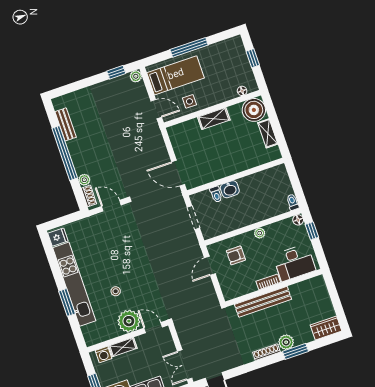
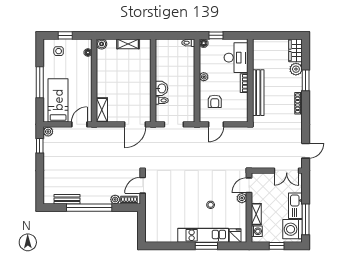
side table: (189, 101) -> (59, 51), moved
boiler: (254, 110) -> (102, 44), width x0.54, depth x0.54
shelving: (214, 119) -> (102, 110), moved
fridge: (58, 237) -> (235, 235), moved
door: (210, 266) -> (216, 124), hinge flipped
kitchen unit: (74, 284) -> (203, 235), width x0.73
plant: (129, 321) -> (242, 198), width x0.53, depth x0.53
plant: (286, 342) -> (296, 69), moved

